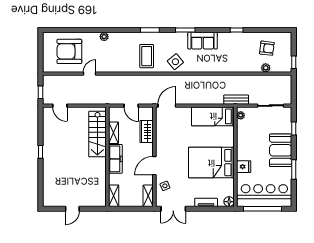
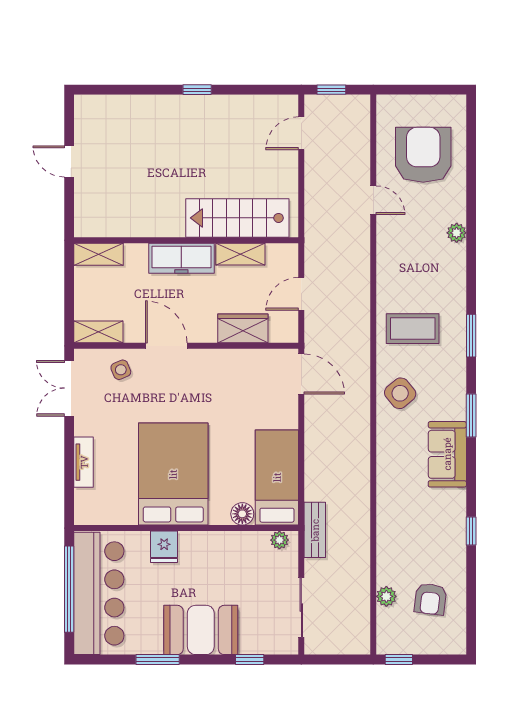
floor lamp: (229, 202) -> (242, 514), moved

